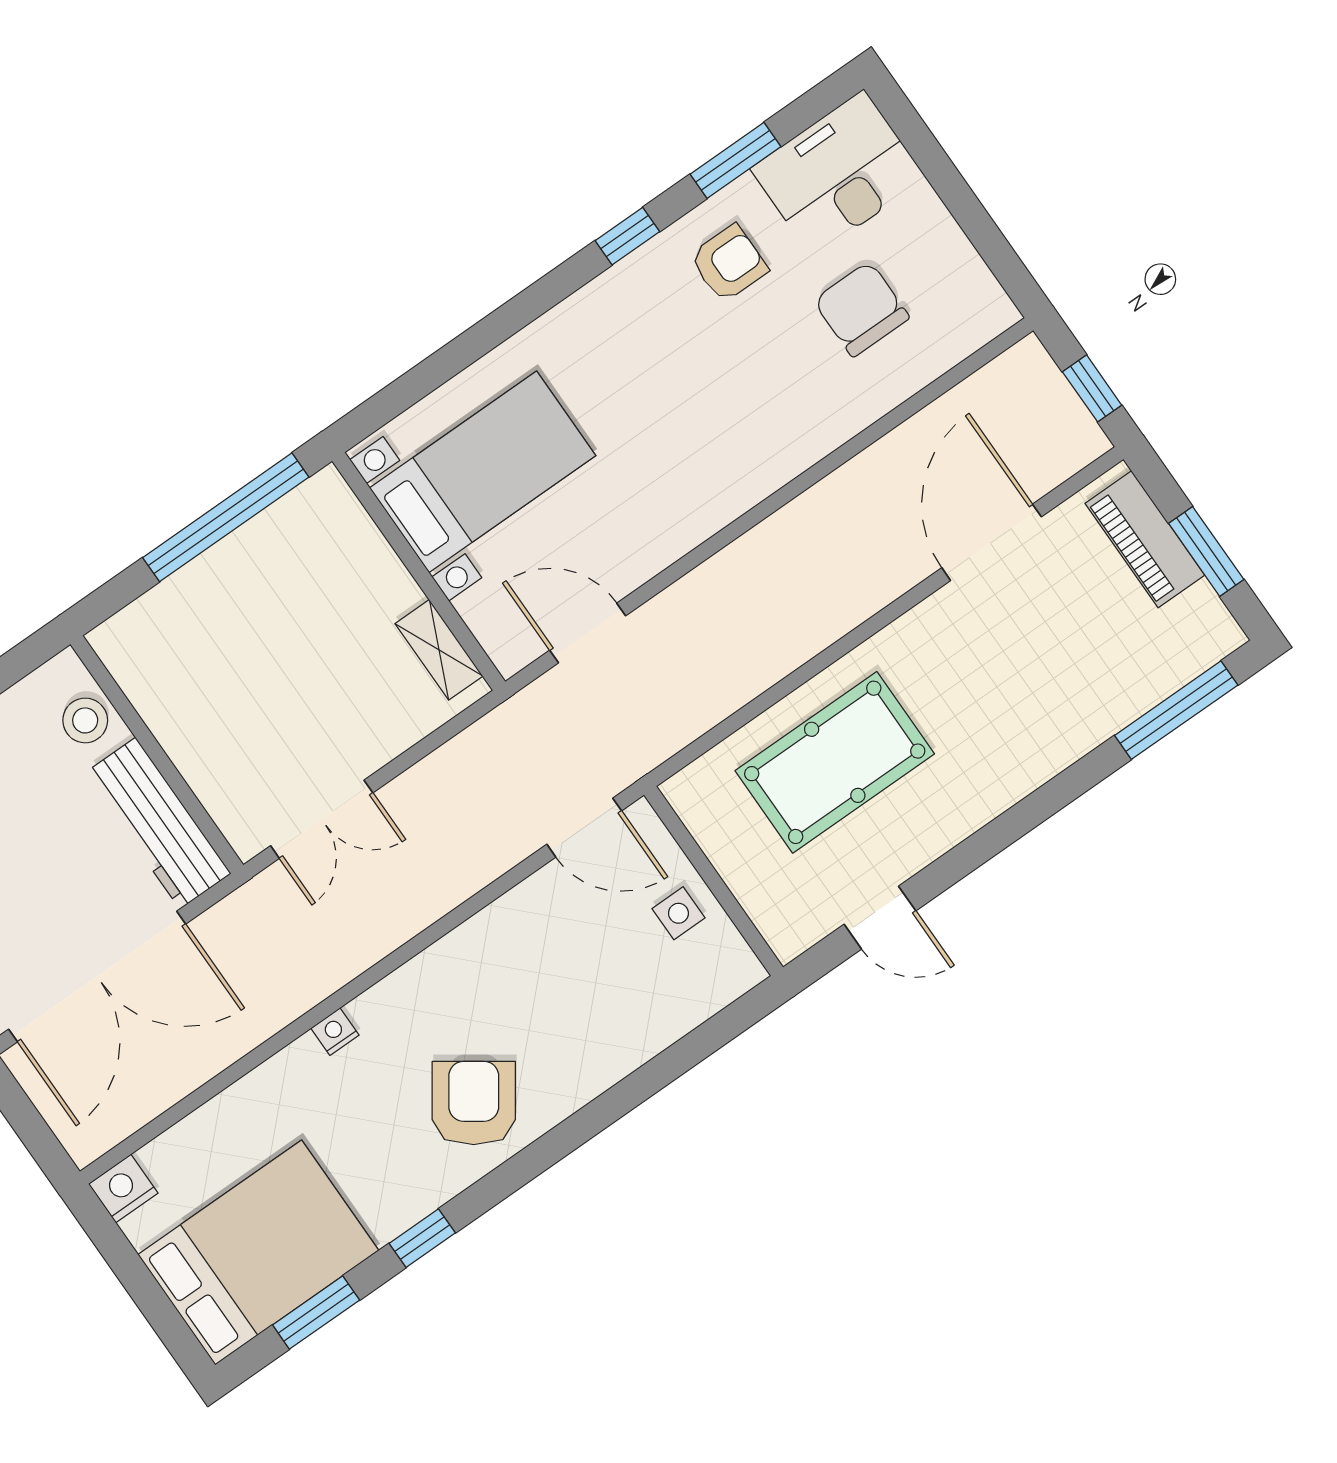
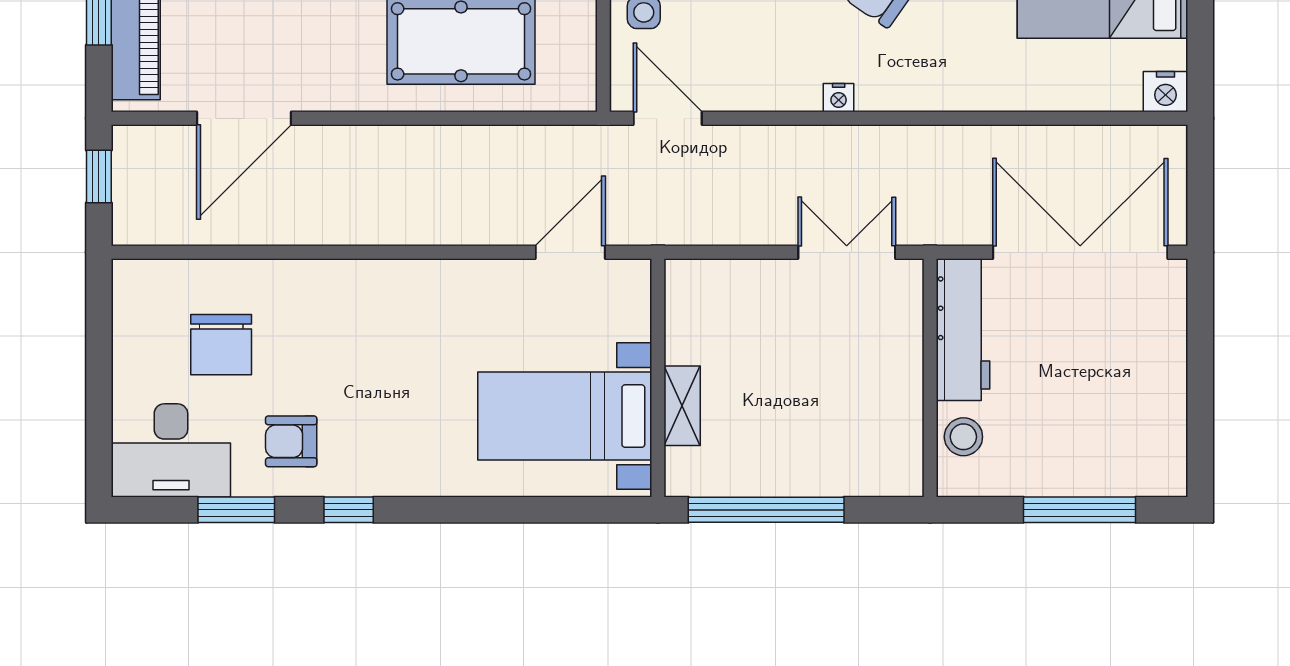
door: (588, 633) -> (570, 252), swing flipped
shelving: (439, 650) -> (682, 406), moved
nightstand: (335, 1032) -> (839, 98), moved

